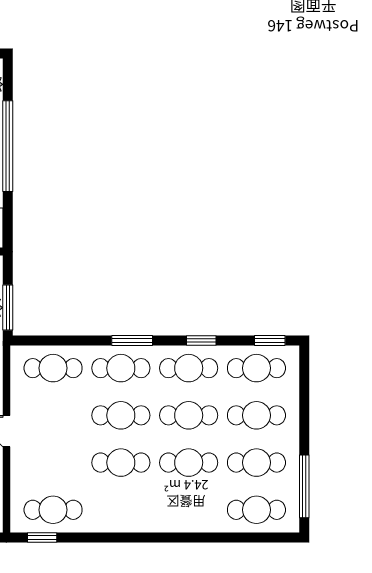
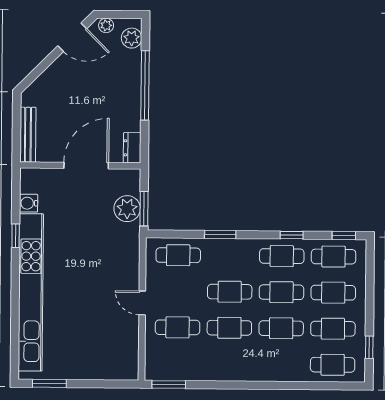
window: (132, 340) -> (220, 234), moved
cafe table: (121, 368) -> (230, 256), removed
window: (304, 486) -> (369, 347), width x0.46
cafe table: (53, 510) -> (178, 327), moved
window: (42, 537) -> (169, 384), width x1.50

